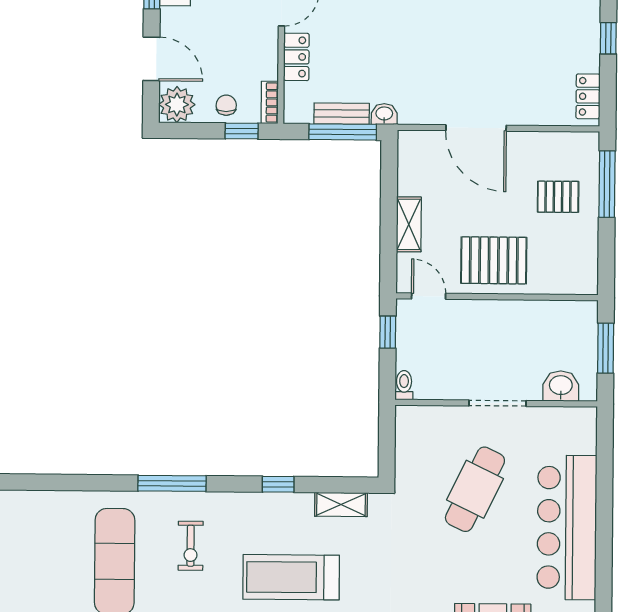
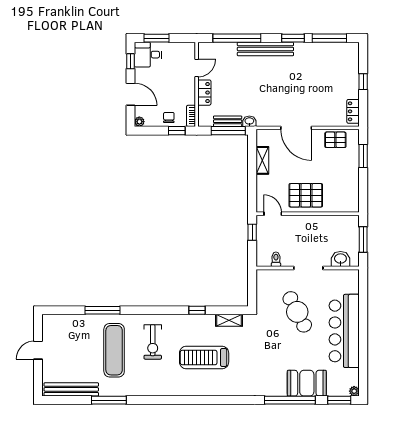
plant: (177, 105) -> (139, 122), width x0.53, depth x0.53
window: (607, 184) -> (363, 156), width x0.69
pallet: (558, 197) -> (335, 140), moved
shelving: (409, 224) -> (262, 160), moved
toilet: (404, 385) -> (276, 259), moved
window: (172, 483) -> (103, 310), moved
cafe table: (475, 489) -> (297, 312), turned -53
exercise bike: (191, 546) -> (153, 342), width x1.38, depth x1.39

